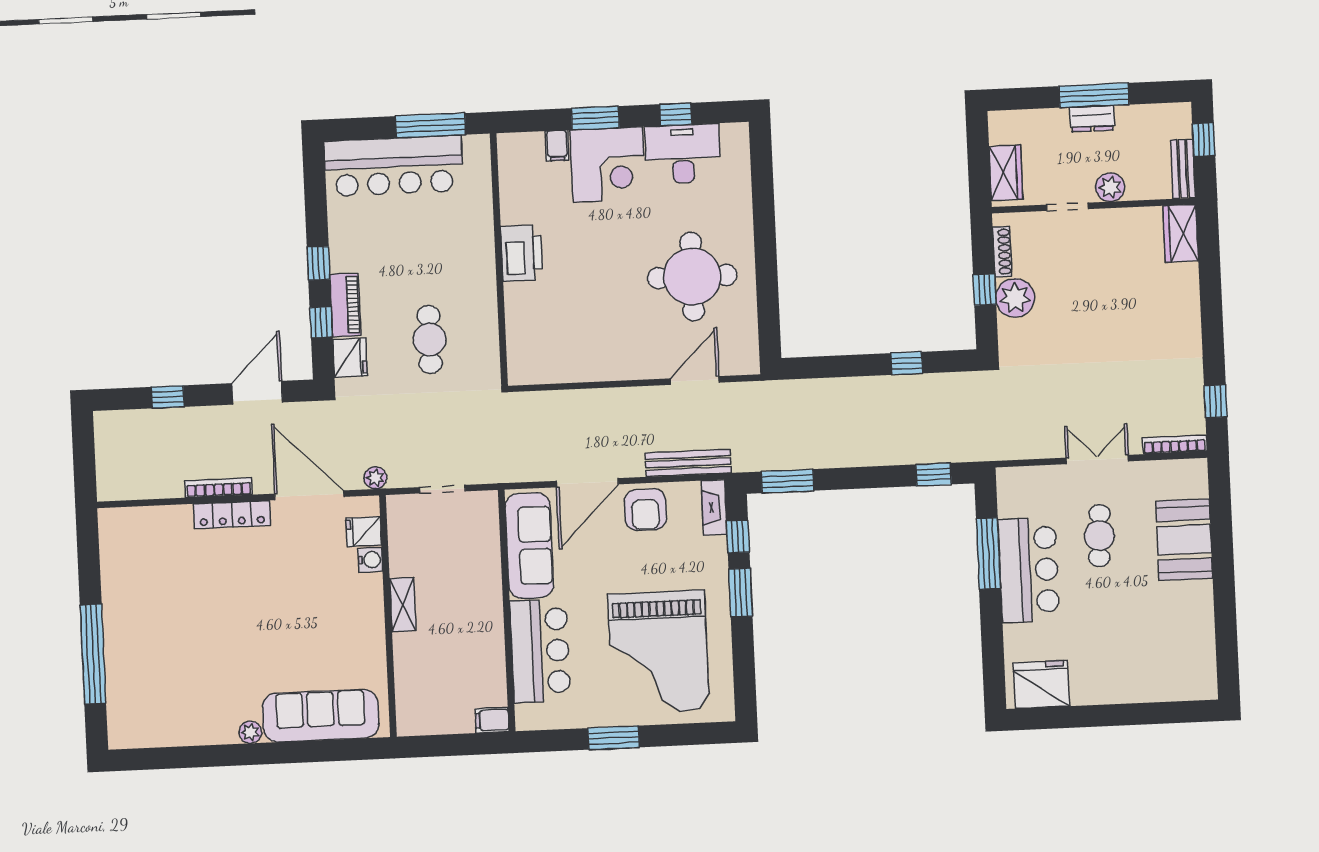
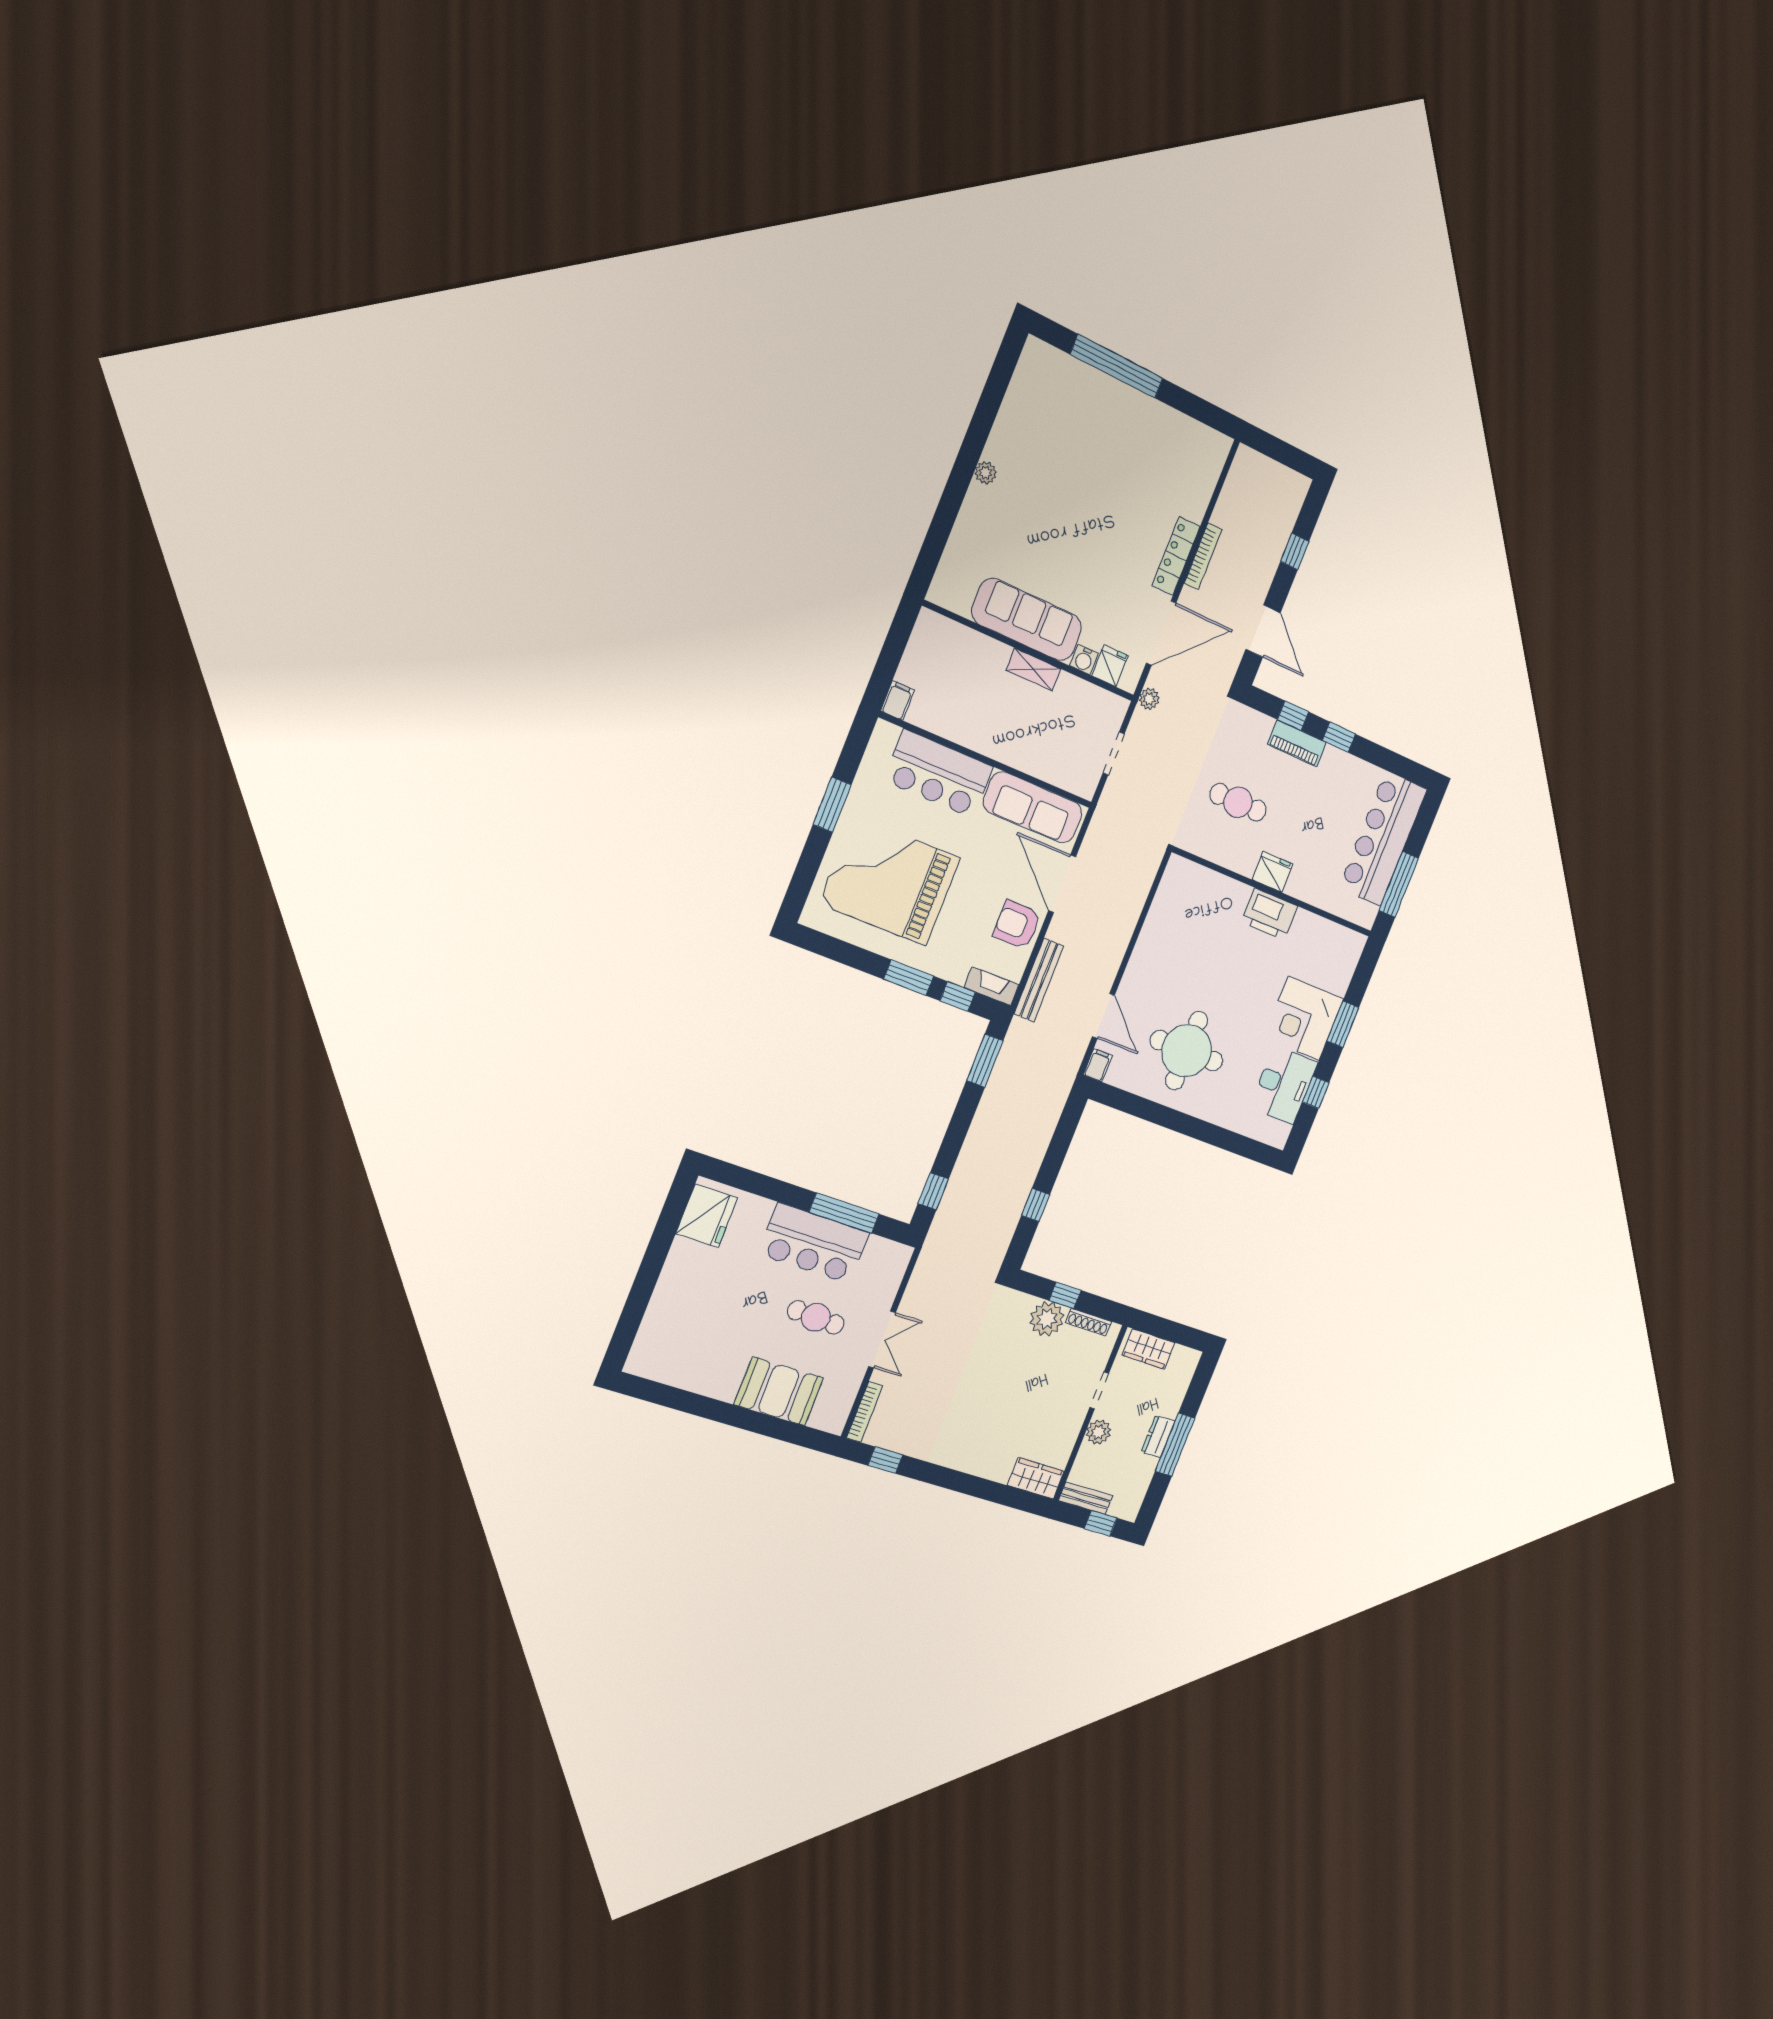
filing cabinet: (557, 146) -> (1098, 1065), moved, turned 90
fridge: (350, 358) -> (1272, 872), moved, turned 180
sofa: (321, 716) -> (1027, 620), moved, turned -90

